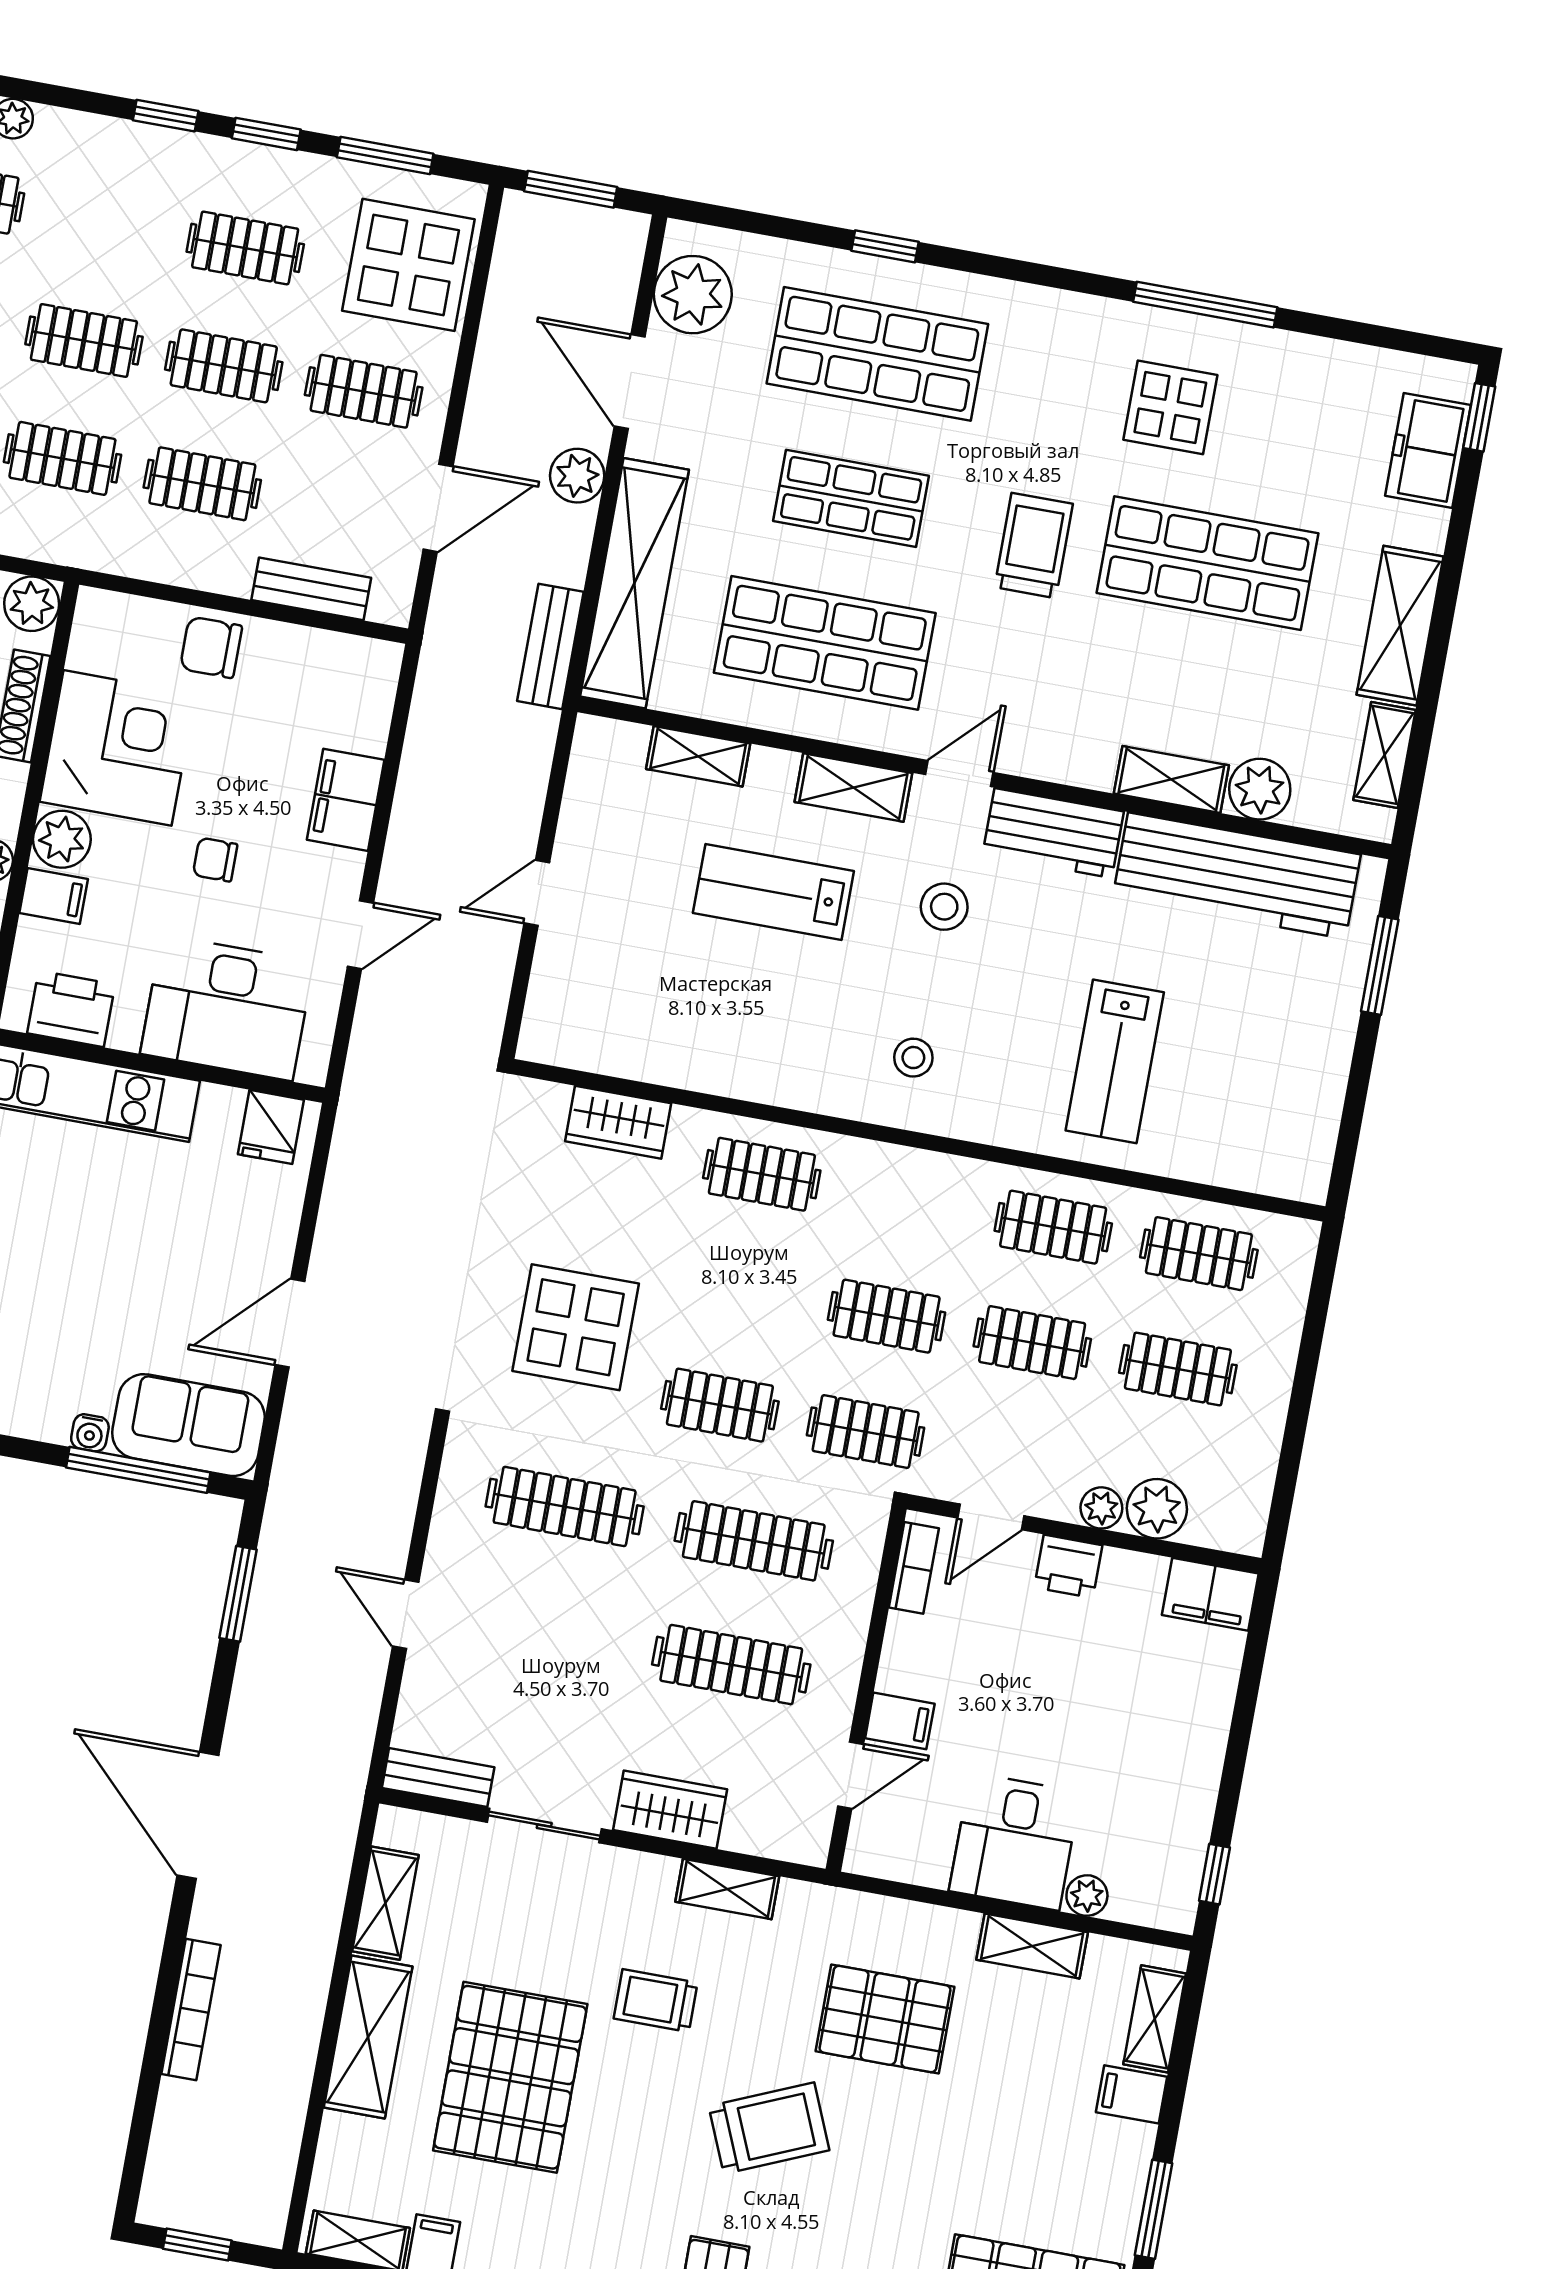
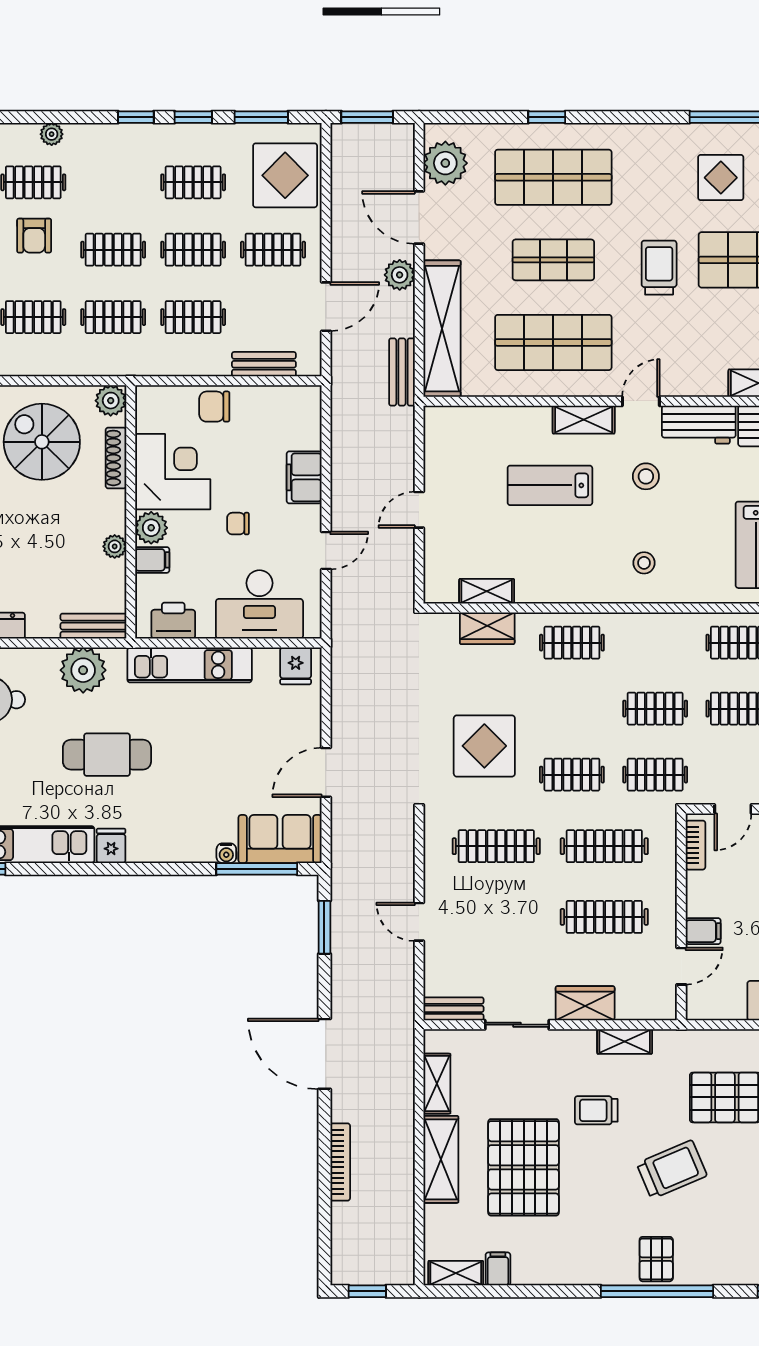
shelving: (698, 756) -> (487, 591), moved

